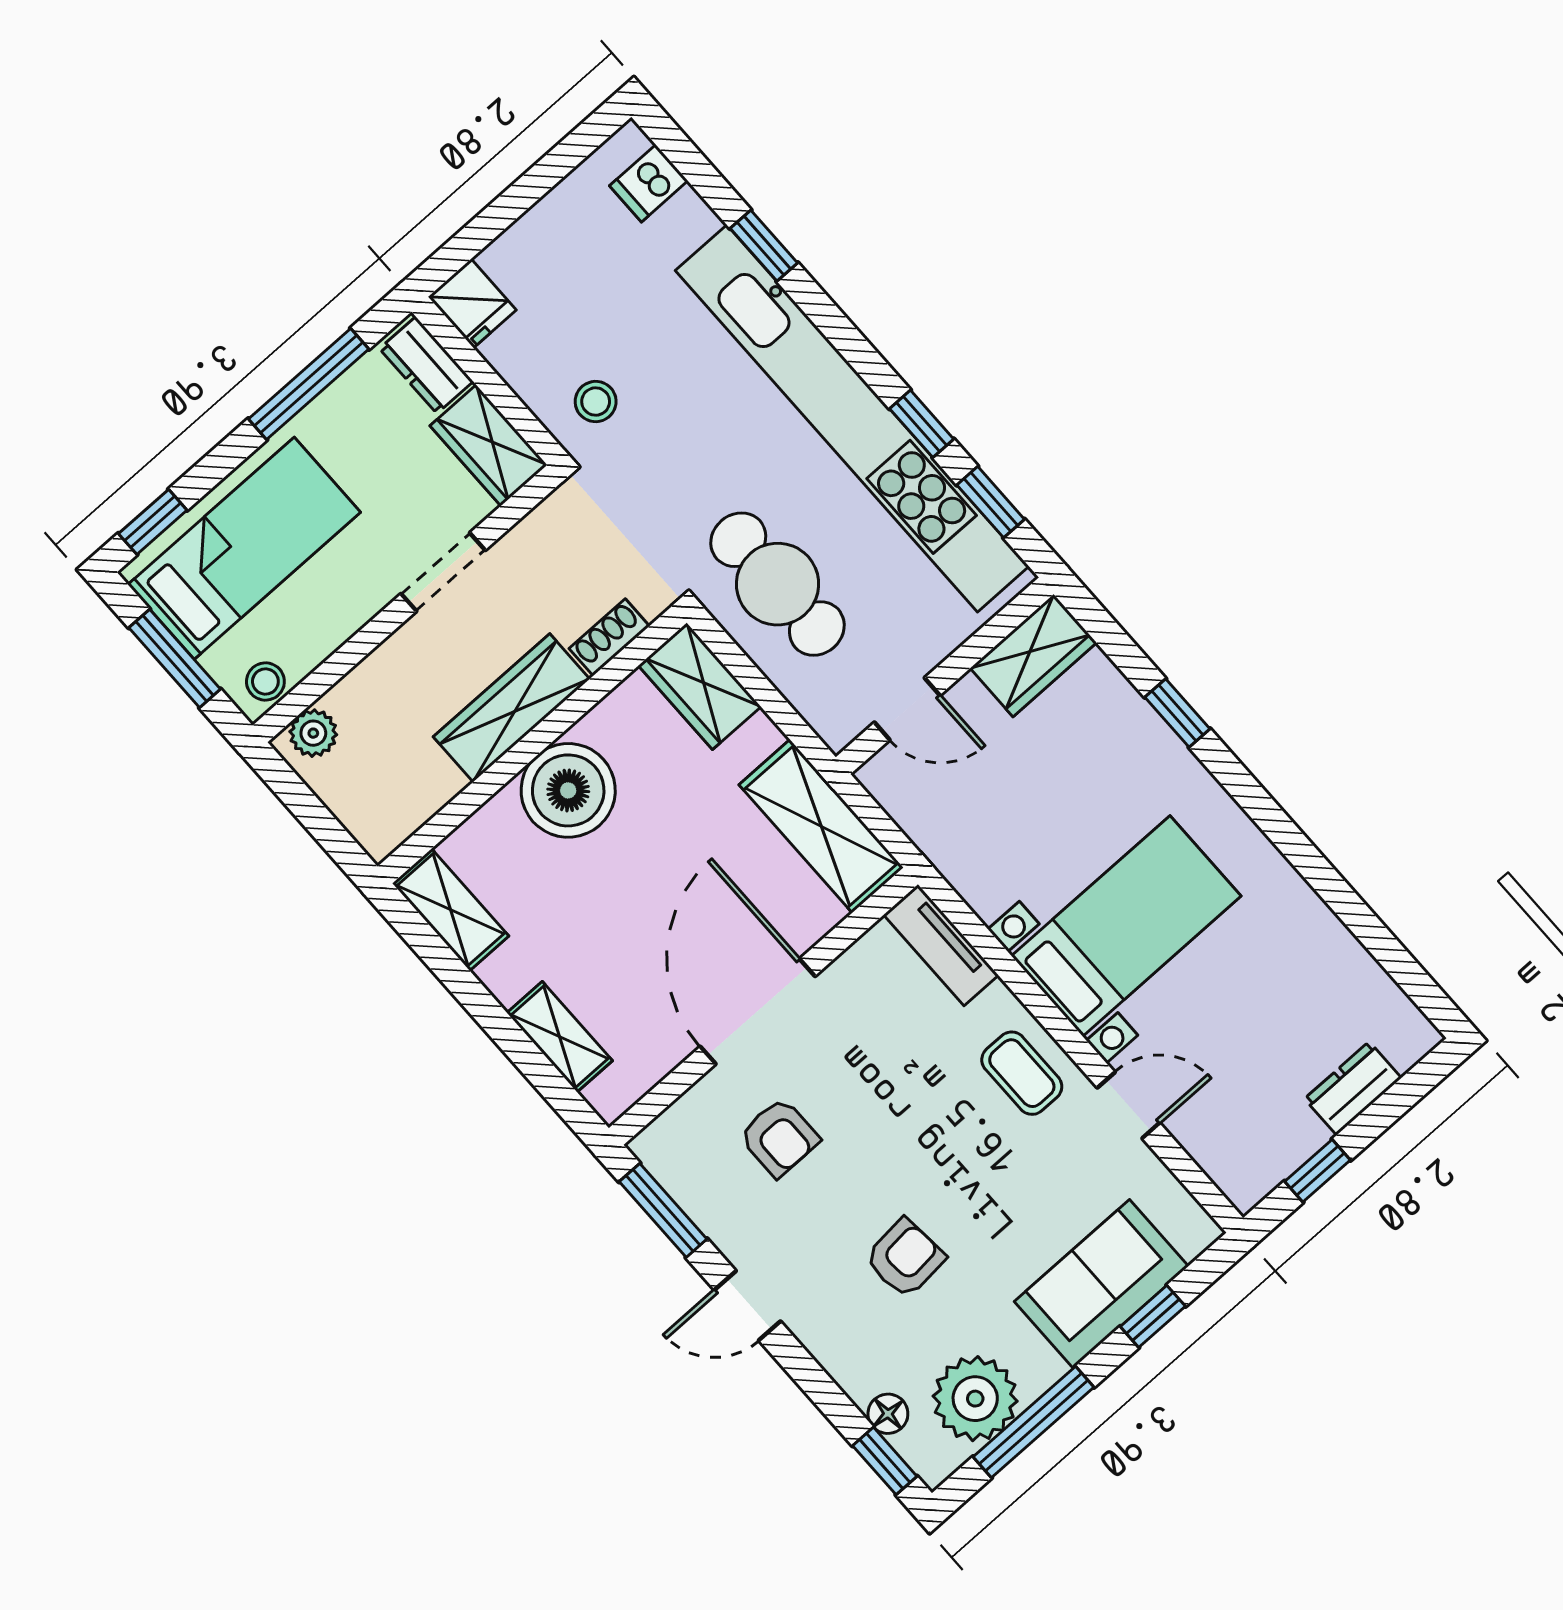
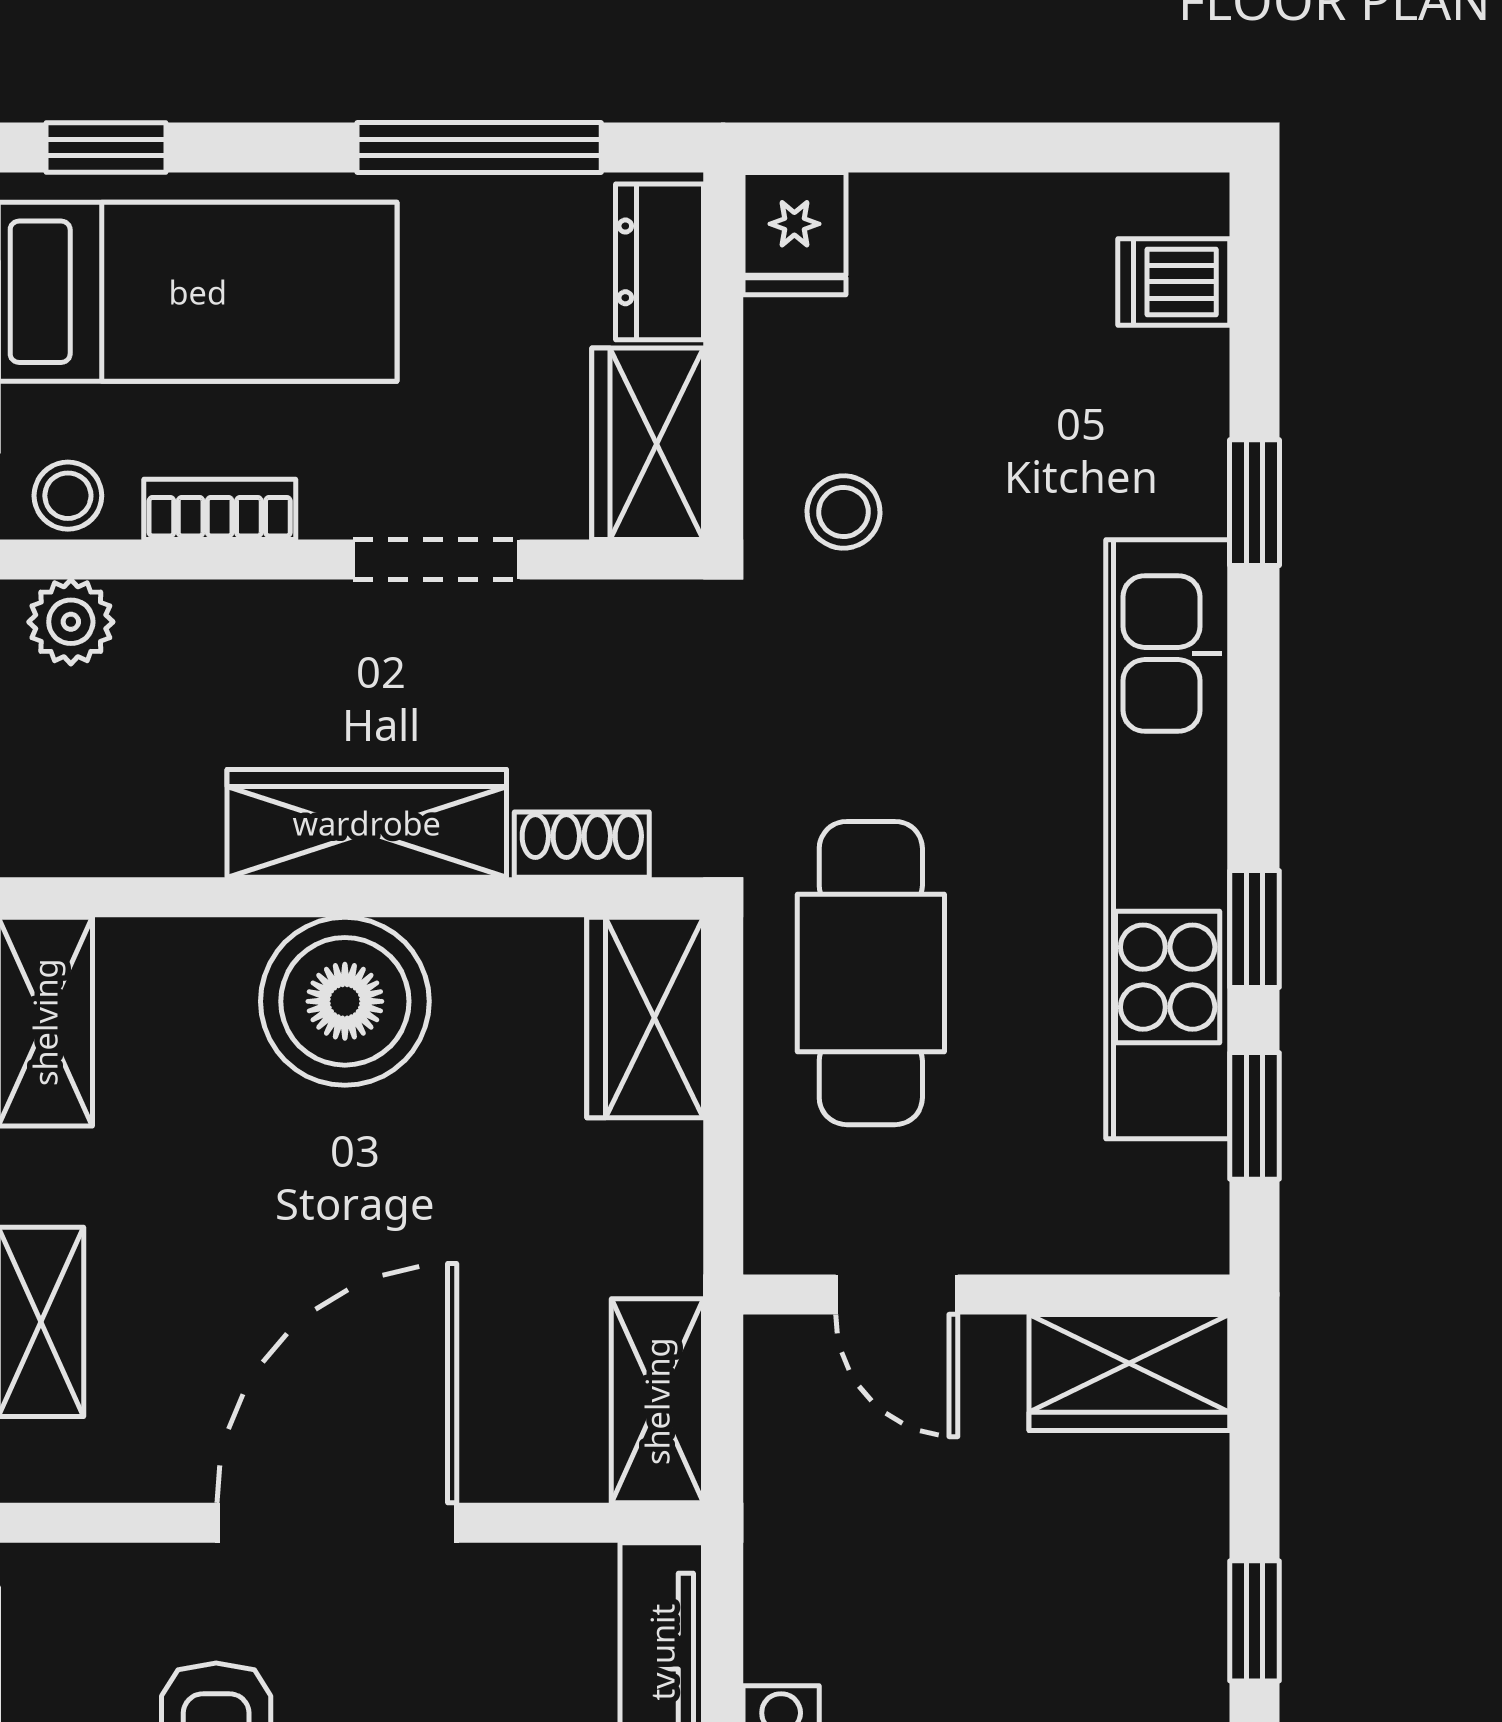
kitchen unit: (852, 418) -> (1168, 839), width x0.73
bookcase: (334, 631) -> (220, 509), added
shelving: (821, 826) -> (657, 1401), width x0.67, depth x0.75

